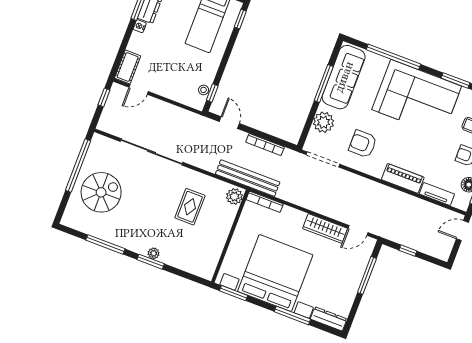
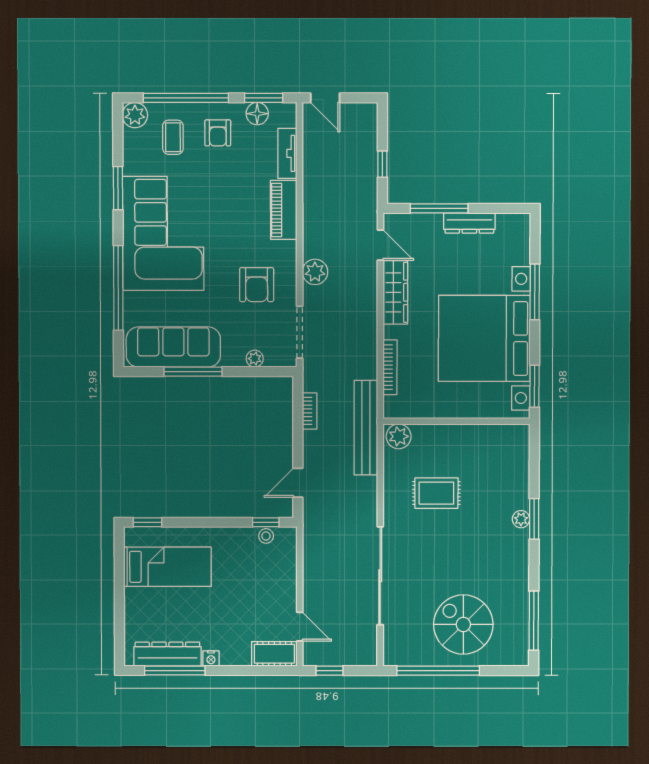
plant: (324, 122) -> (255, 359), width x0.53, depth x0.53
bookcase: (265, 145) -> (310, 411), width x0.64
plant: (357, 183) -> (315, 272), added
bookcase: (265, 202) -> (390, 367), moved
window: (105, 244) -> (534, 621), moved
dresser: (329, 319) -> (469, 223), moved, turned -90

